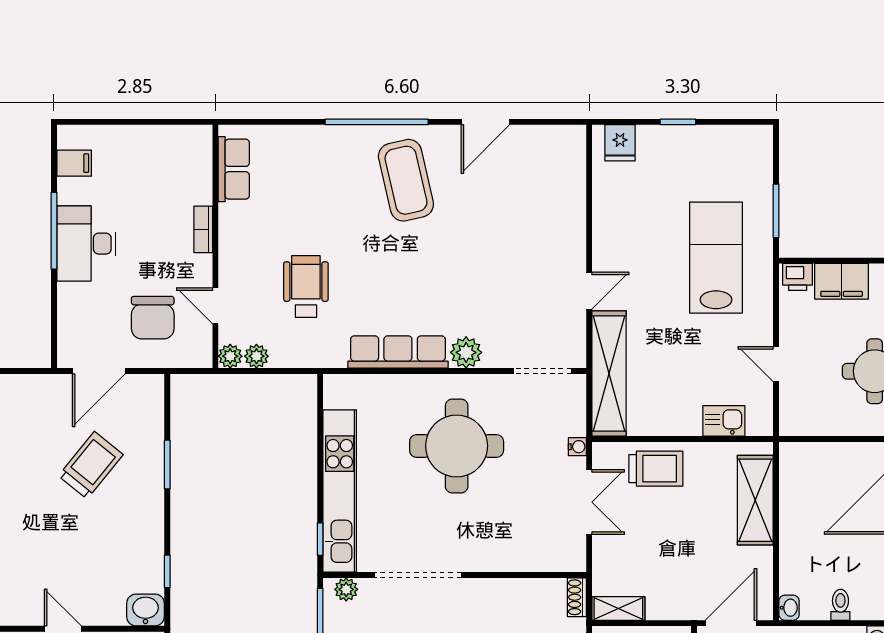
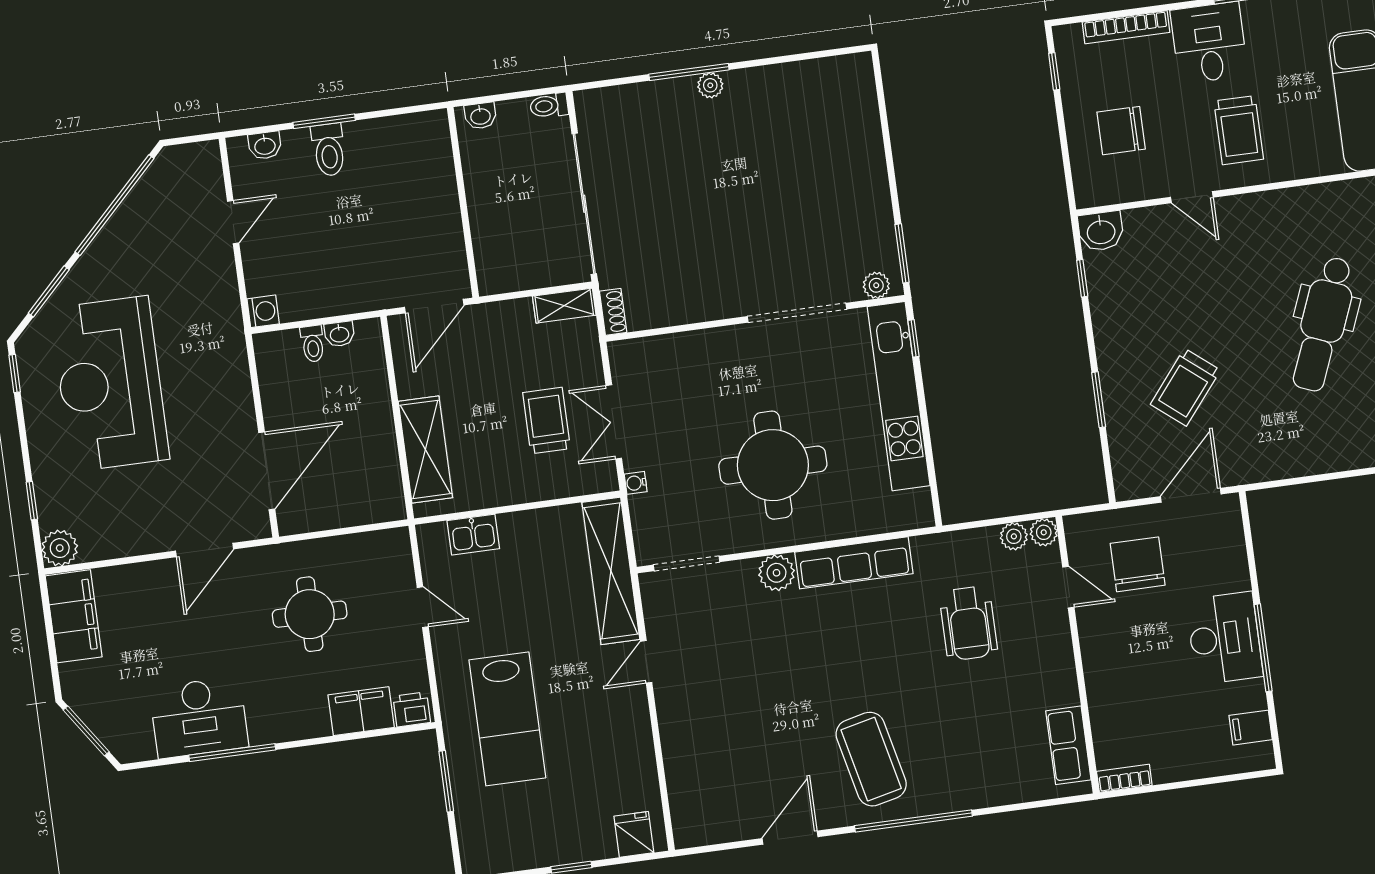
bookcase: (203, 229) -> (1124, 778), moved, turned -90
trolley: (656, 469) -> (547, 421), moved, turned 90
washbasin: (789, 608) -> (339, 334), moved, turned -90

